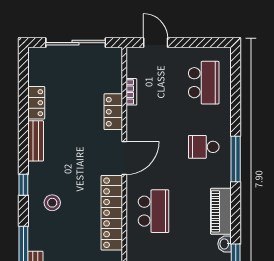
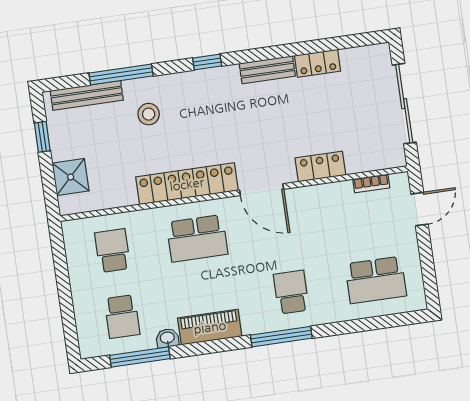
bookcase: (131, 92) -> (371, 183), moved
stool: (52, 203) -> (149, 114), moved

